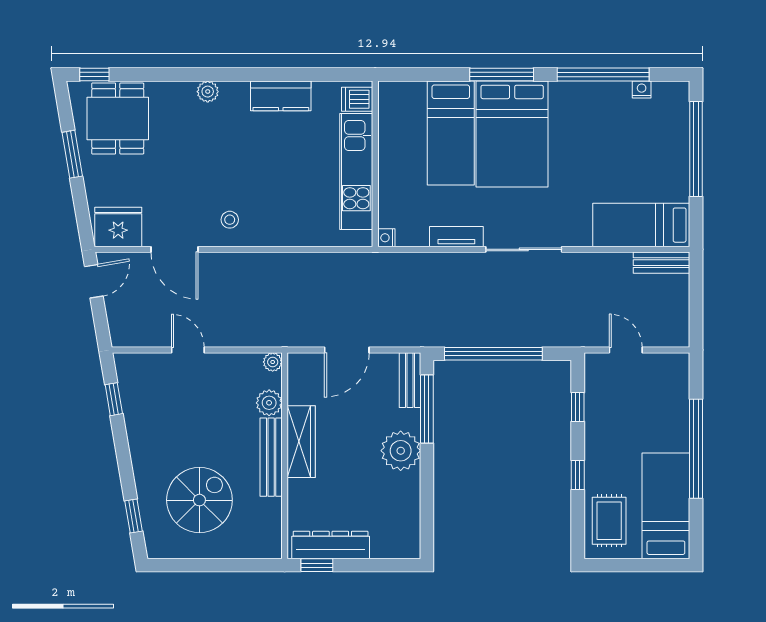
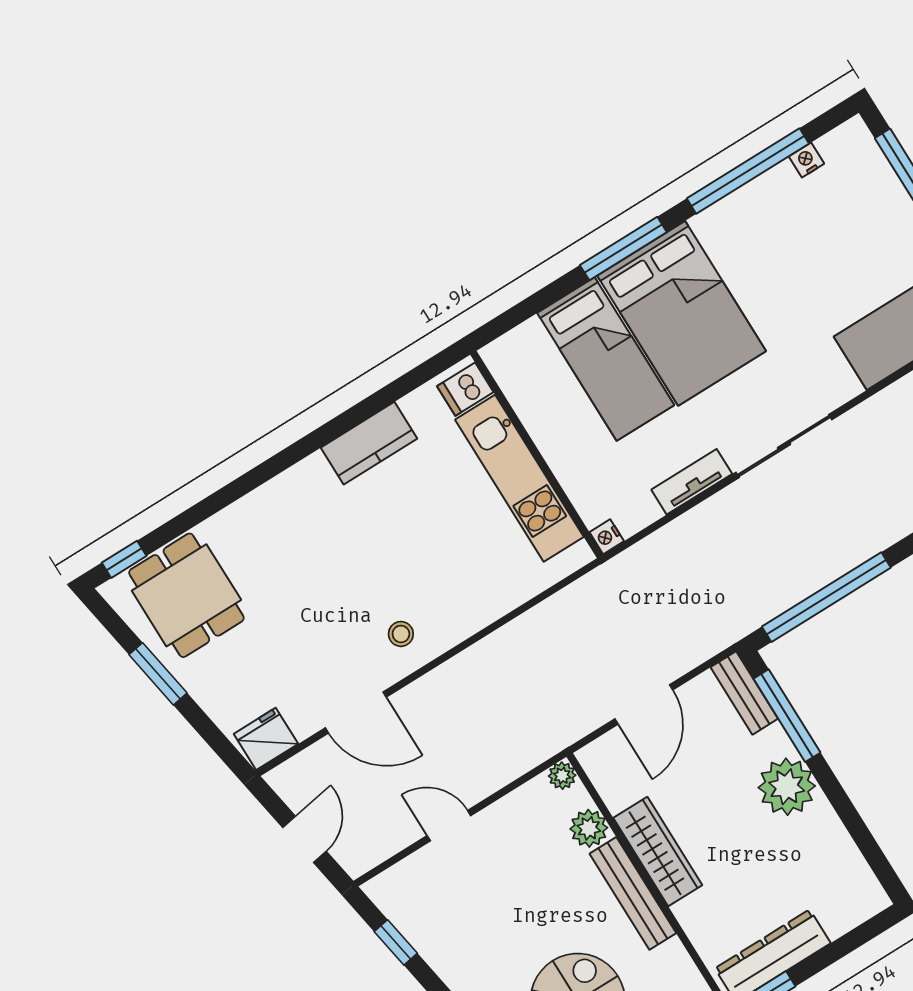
plant: (208, 92) -> (276, 494), removed
fridge: (118, 227) -> (266, 739), width x0.73, depth x0.75
door: (94, 281) -> (305, 839), moved

